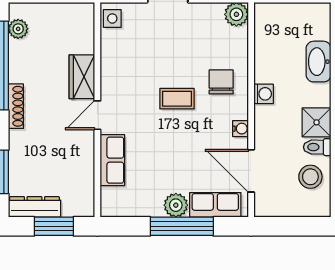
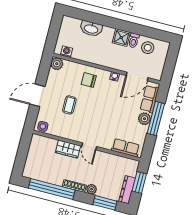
plant: (18, 29) -> (92, 189), moved
washing machine: (264, 94) -> (66, 52), moved
coffee table: (177, 99) -> (69, 105), moved
row of seats: (112, 160) -> (126, 148), moved

